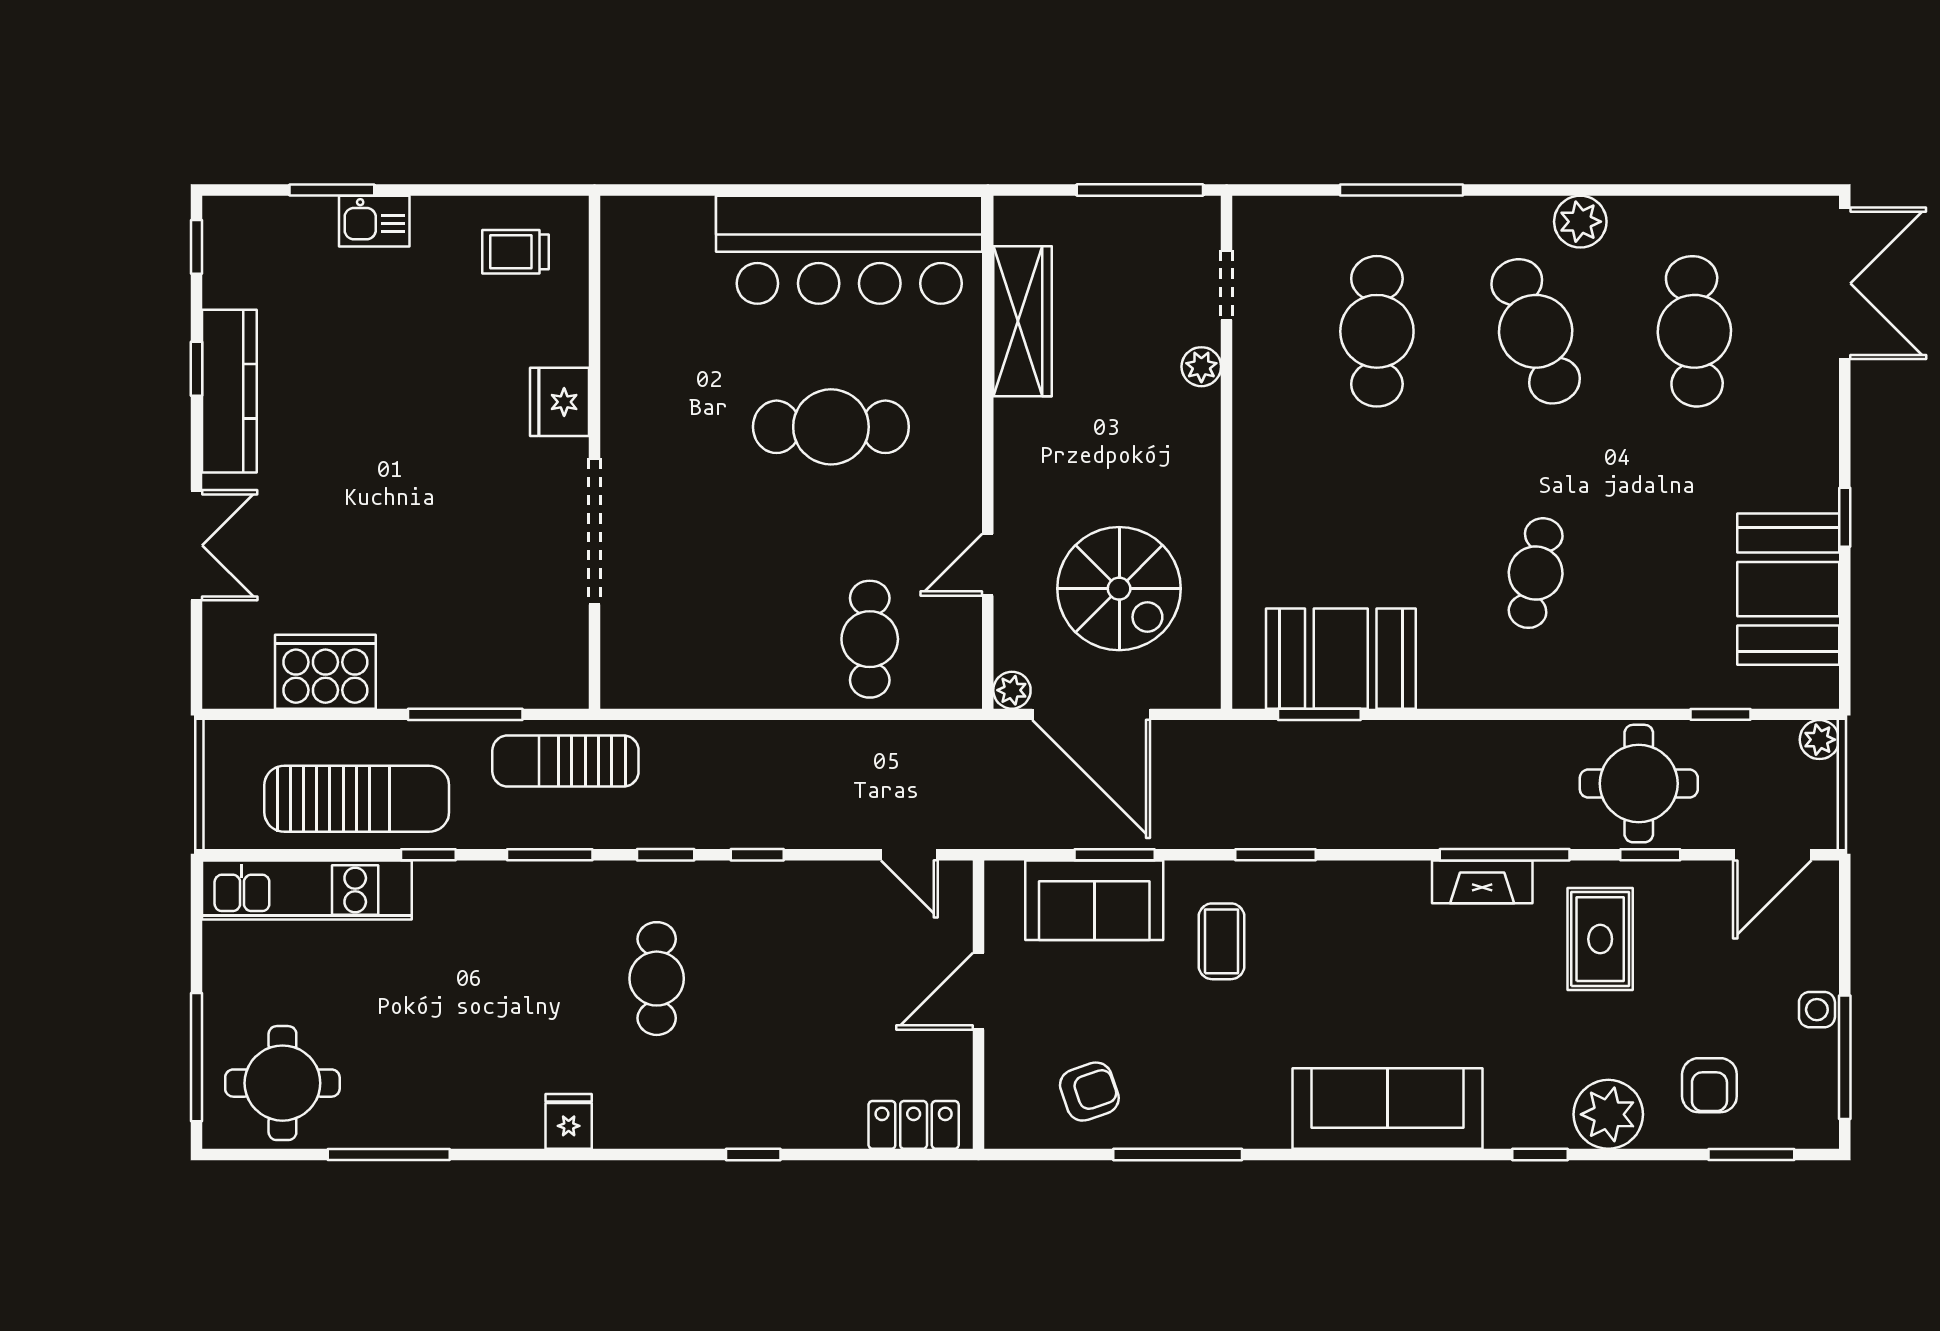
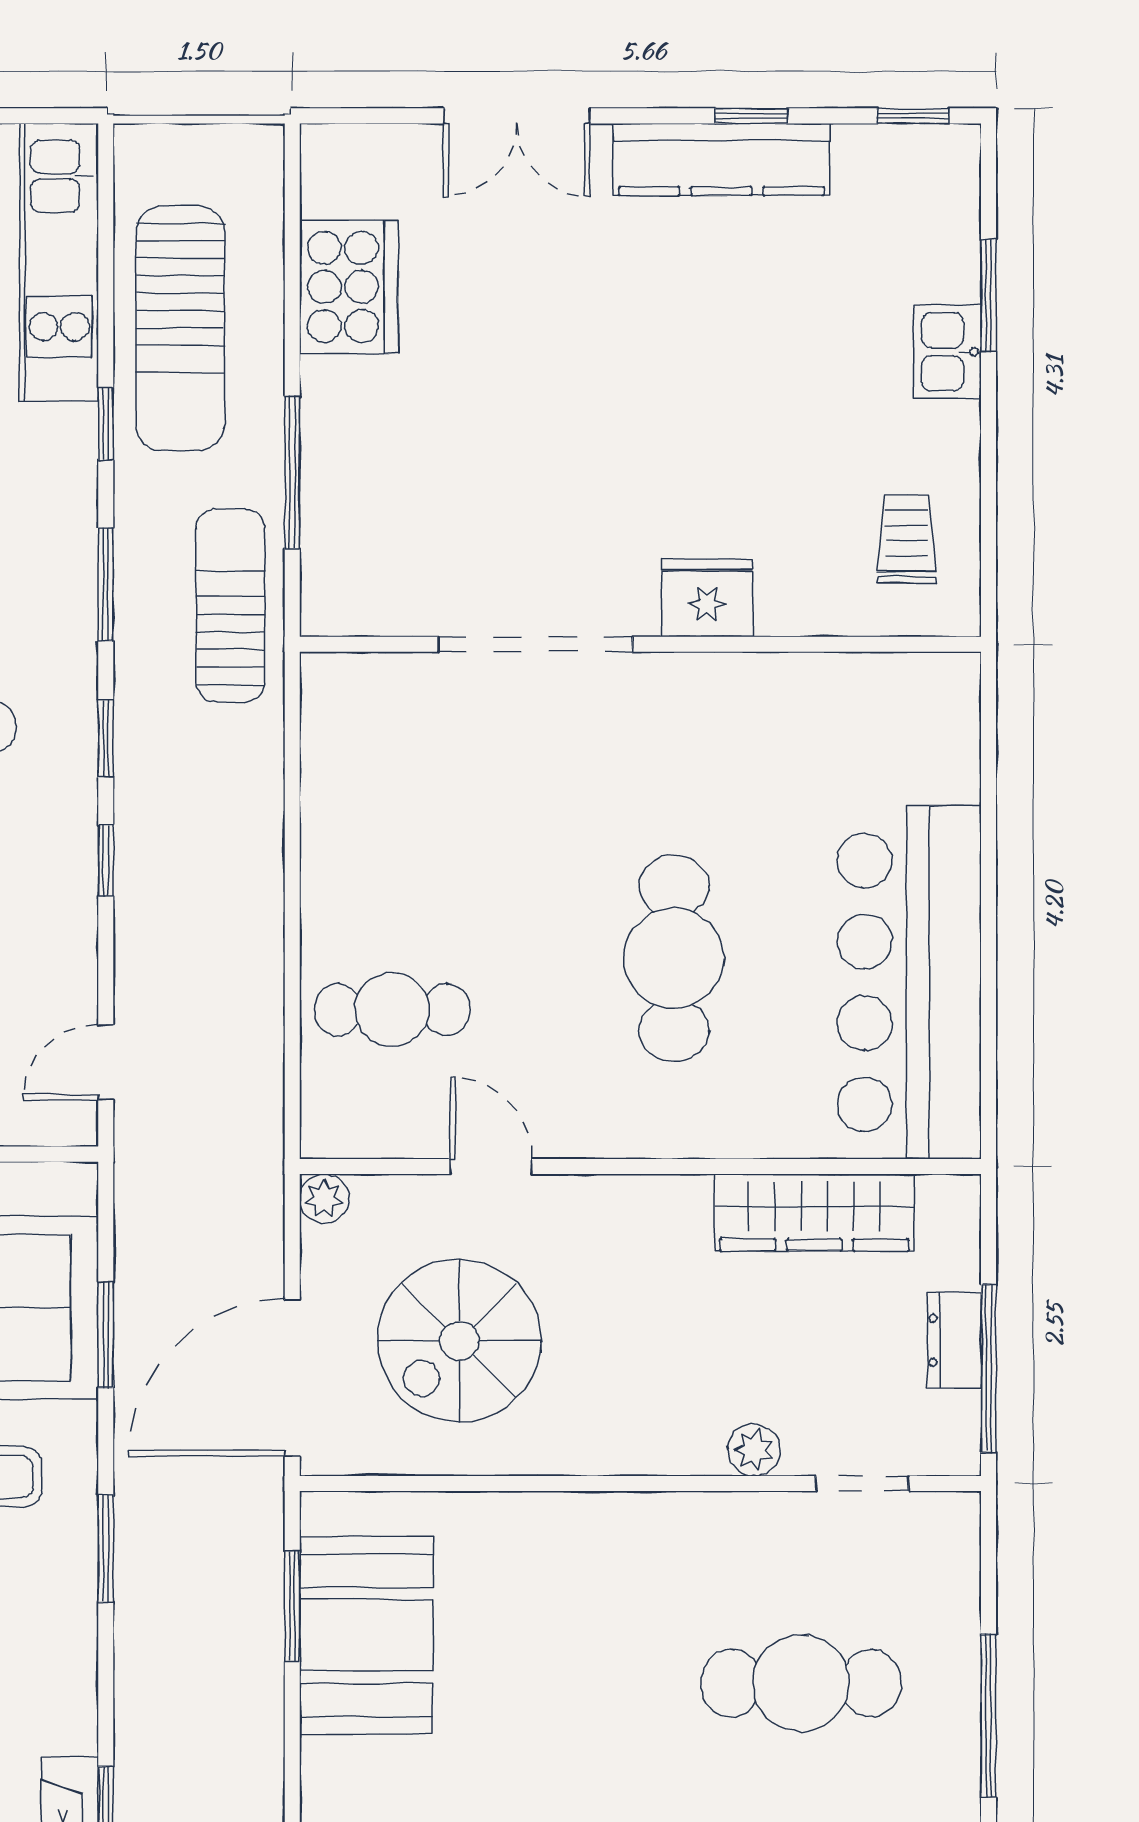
dresser: (1119, 216) -> (954, 1340), added
door: (1091, 714) -> (292, 1378), moved

